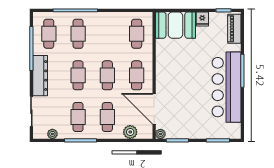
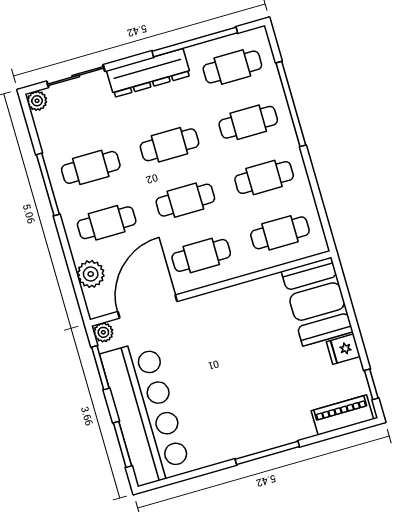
cafe table: (107, 34) -> (264, 178), added
bar counter: (227, 87) -> (146, 413), moved, turned 90
plant: (52, 134) -> (37, 101), moved

